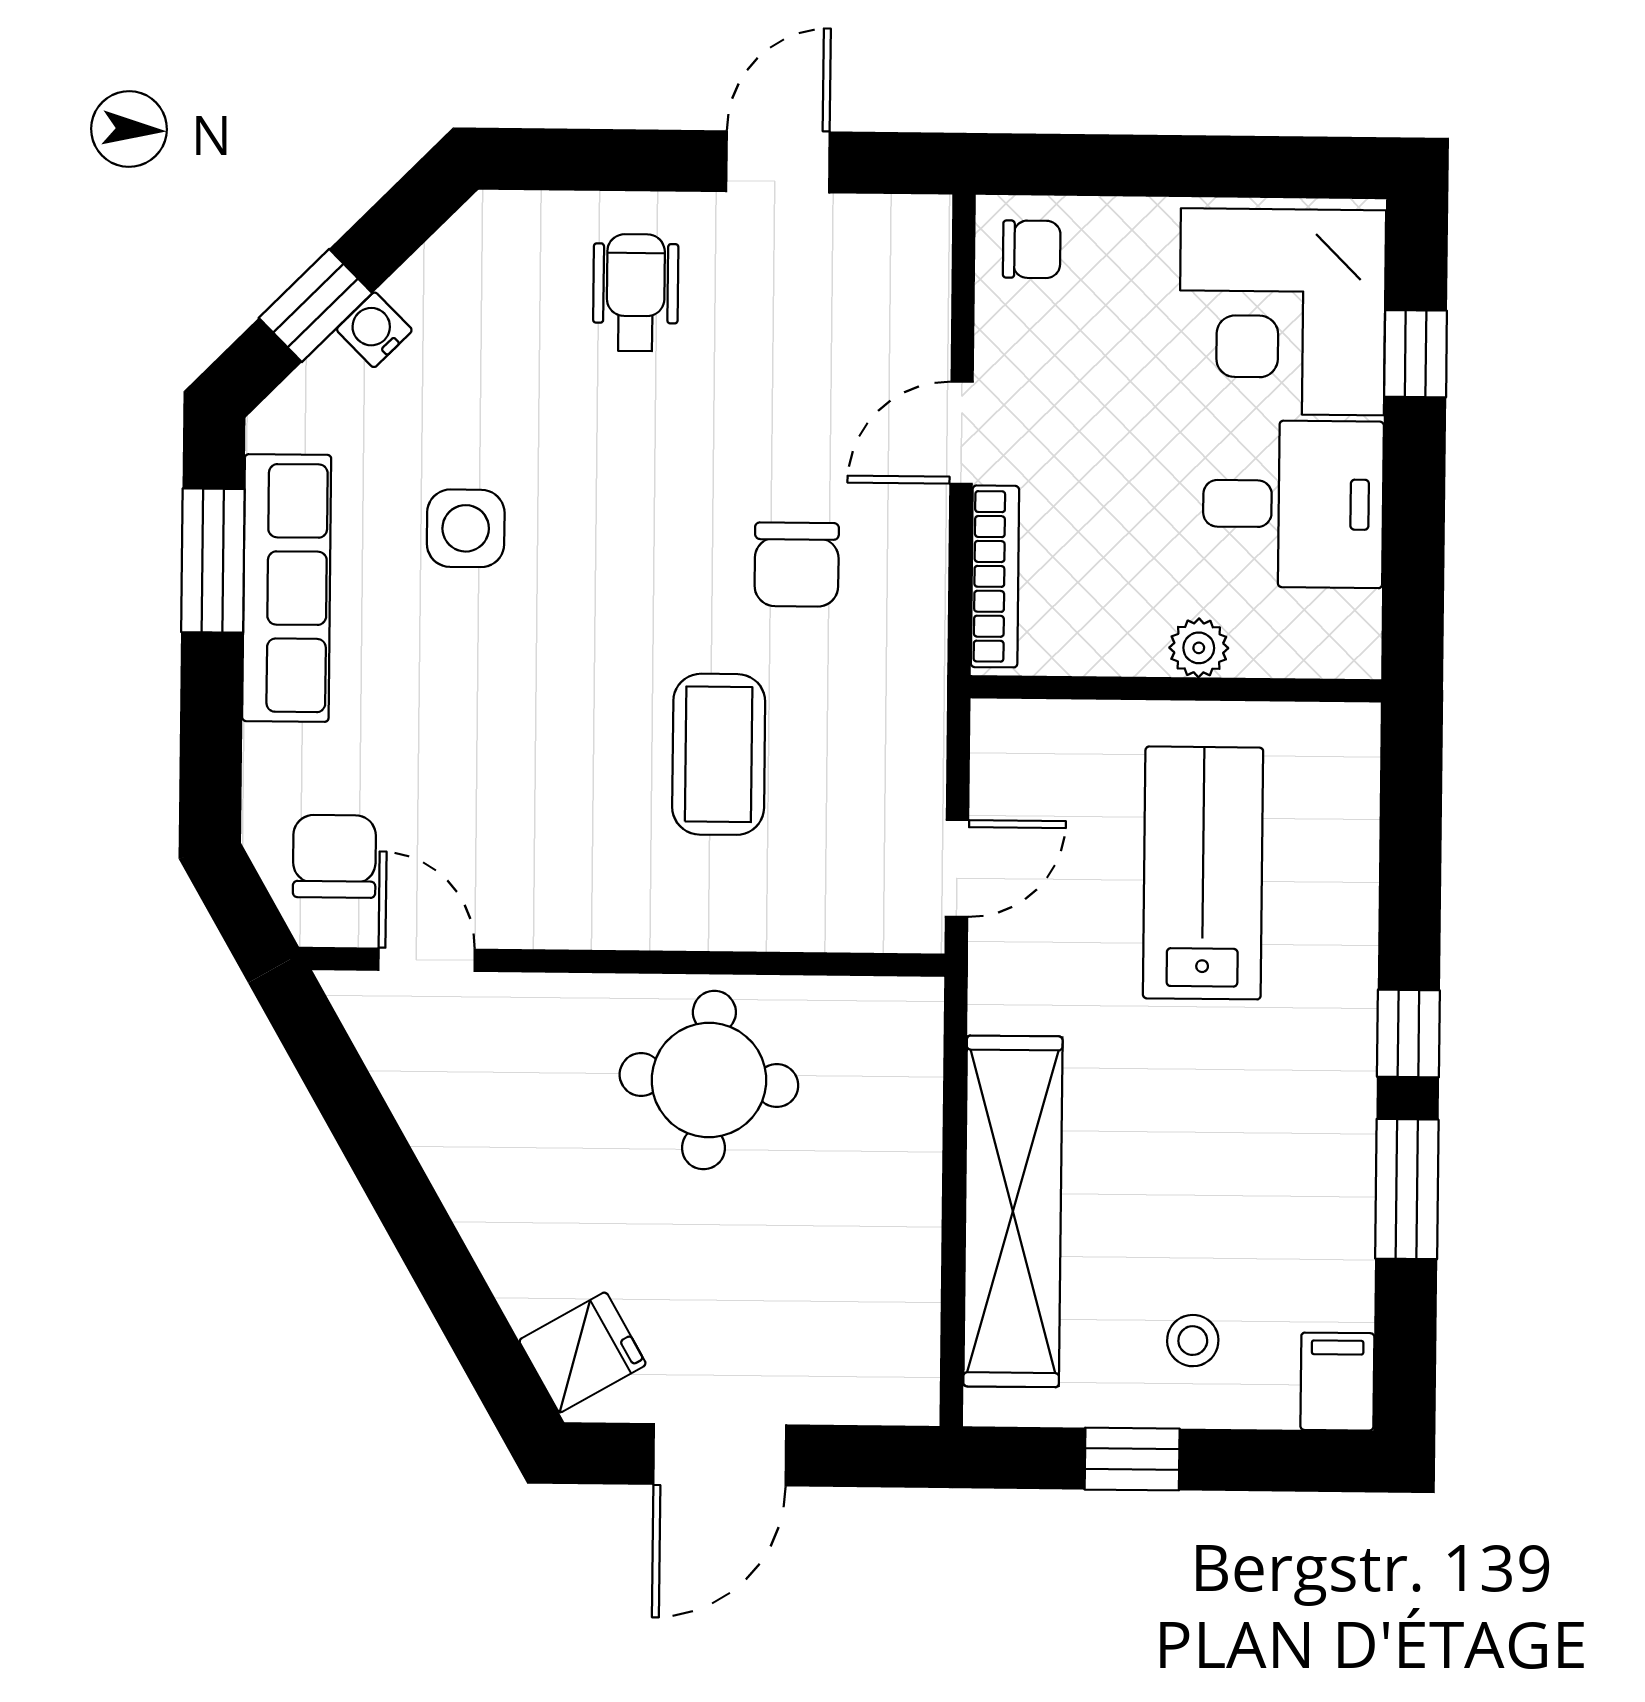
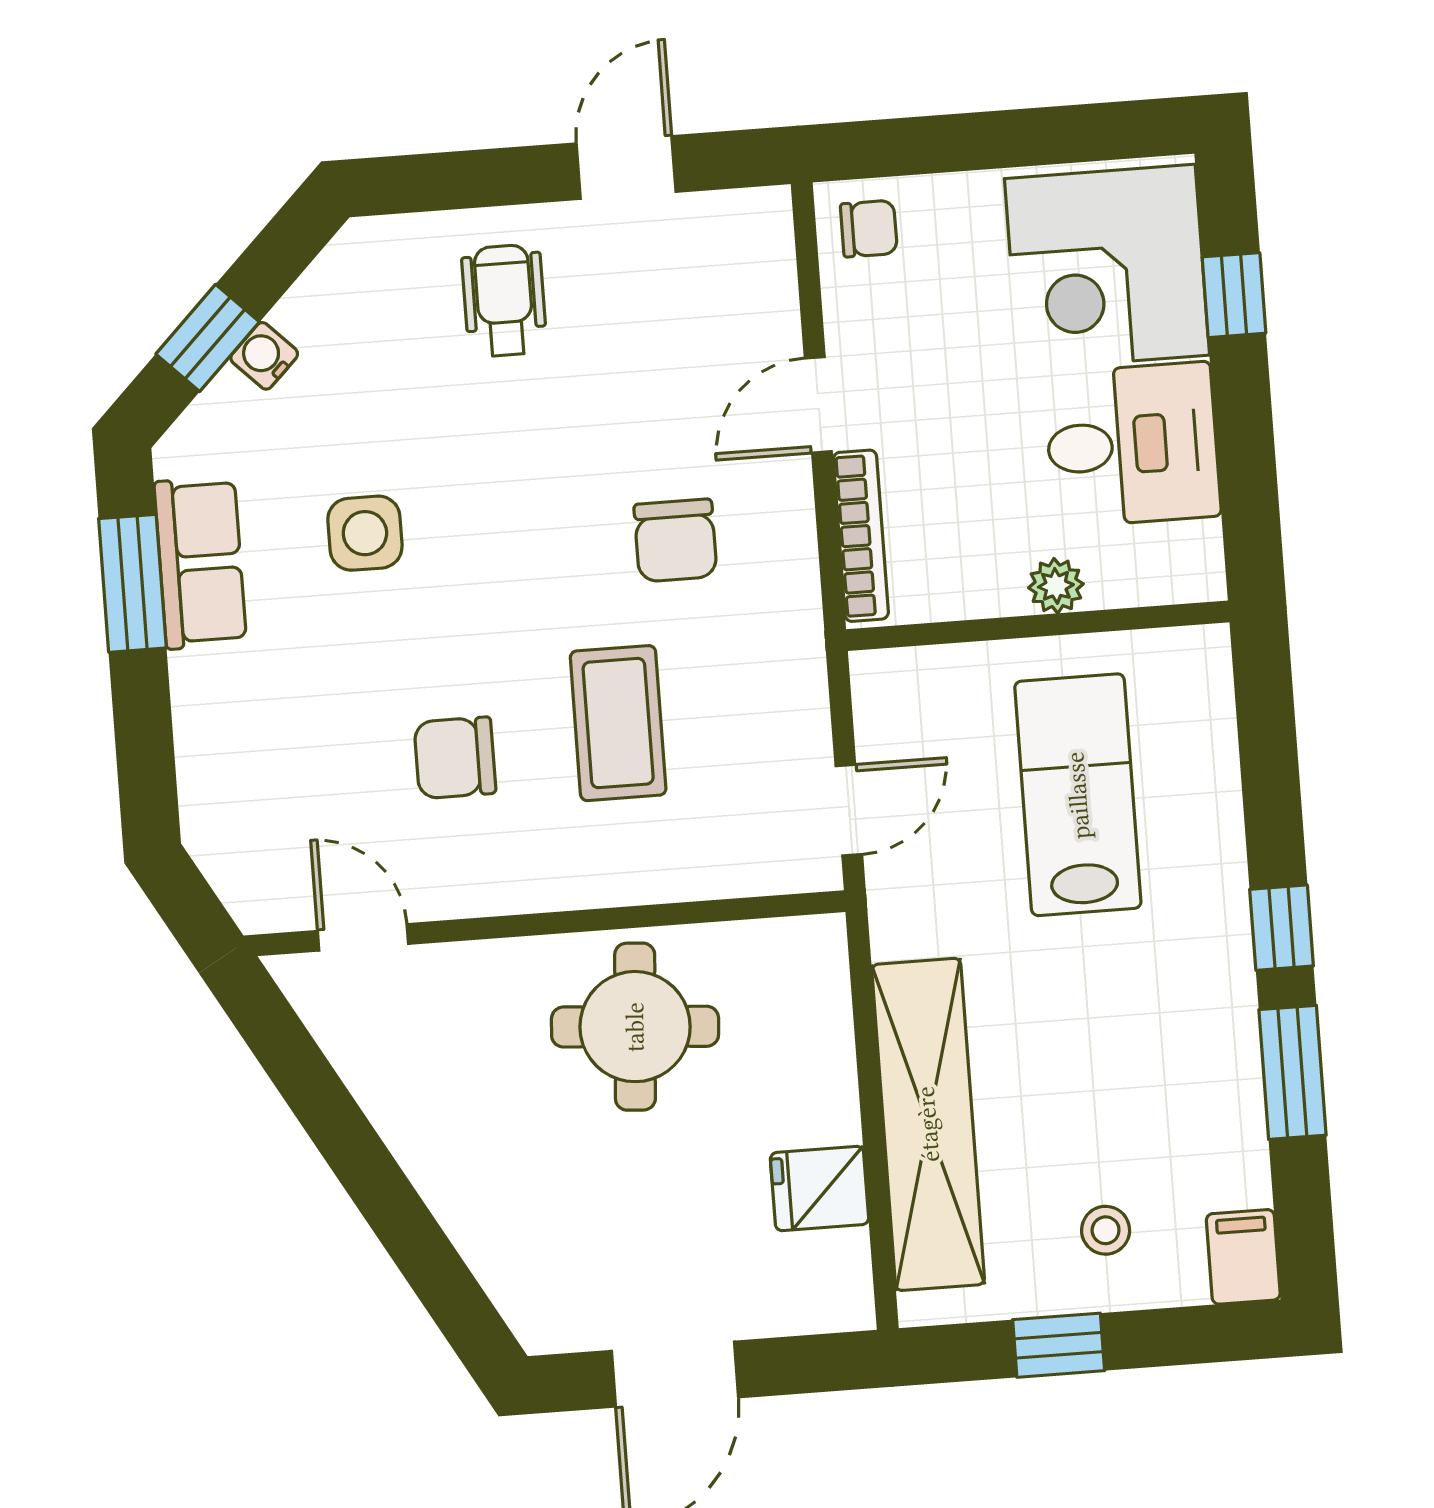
row of seats: (287, 588) -> (200, 563), width x0.68
chair: (334, 856) -> (455, 758), moved, turned -90
fridge: (583, 1352) -> (820, 1189), moved, turned -150

